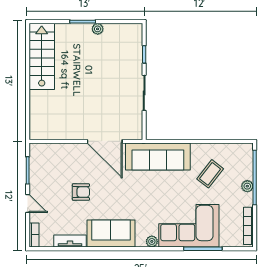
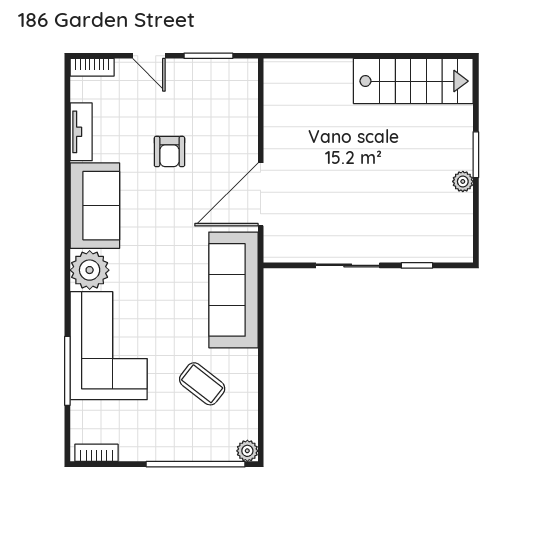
plant: (247, 186) -> (247, 451), moved
door: (28, 203) -> (149, 56), hinge flipped
bookcase: (248, 226) -> (96, 453), width x0.64
plant: (152, 241) -> (90, 270), width x1.87, depth x1.87

